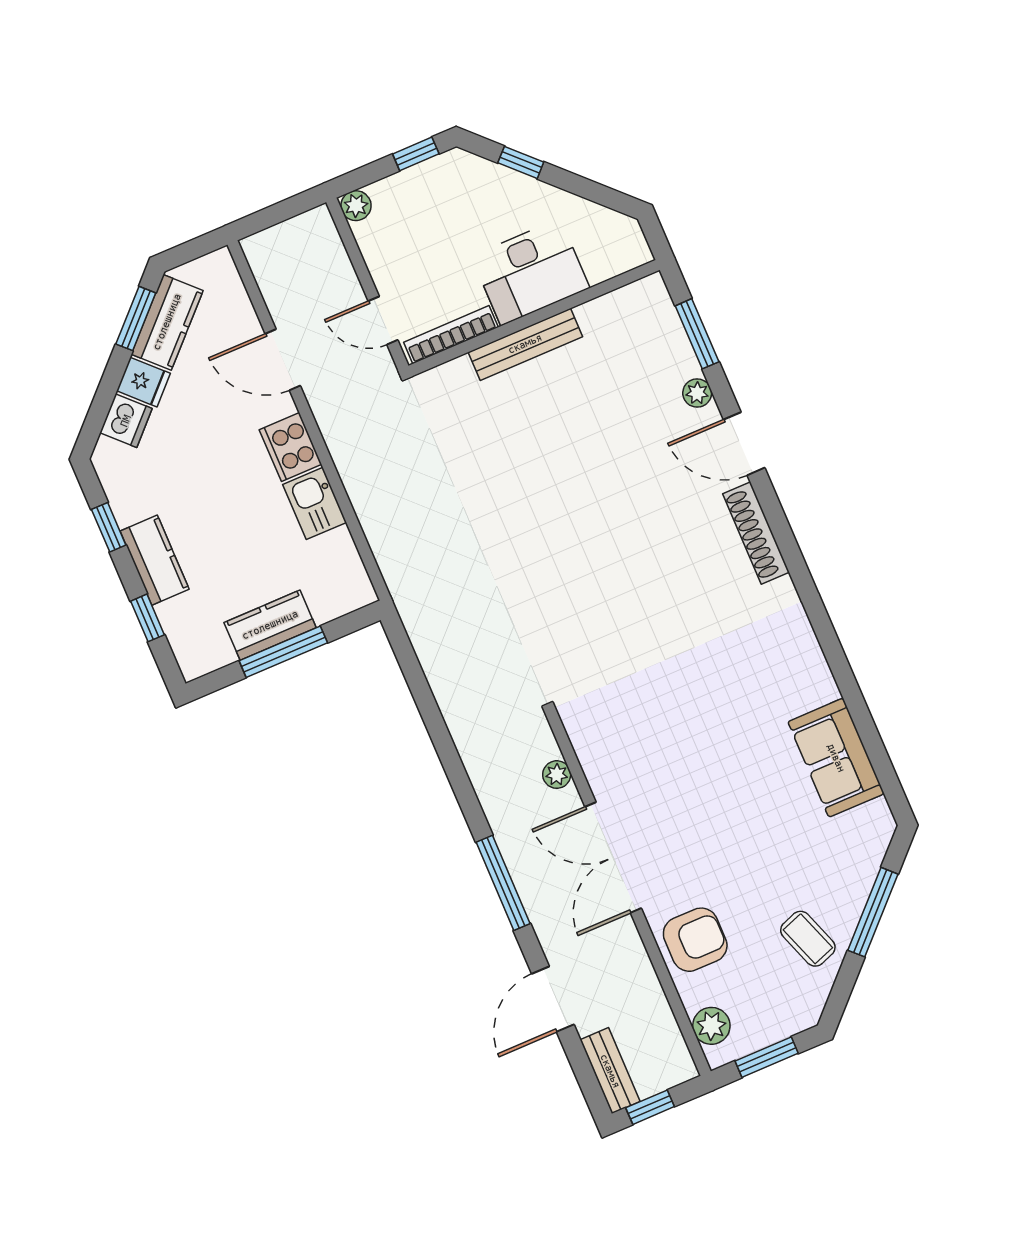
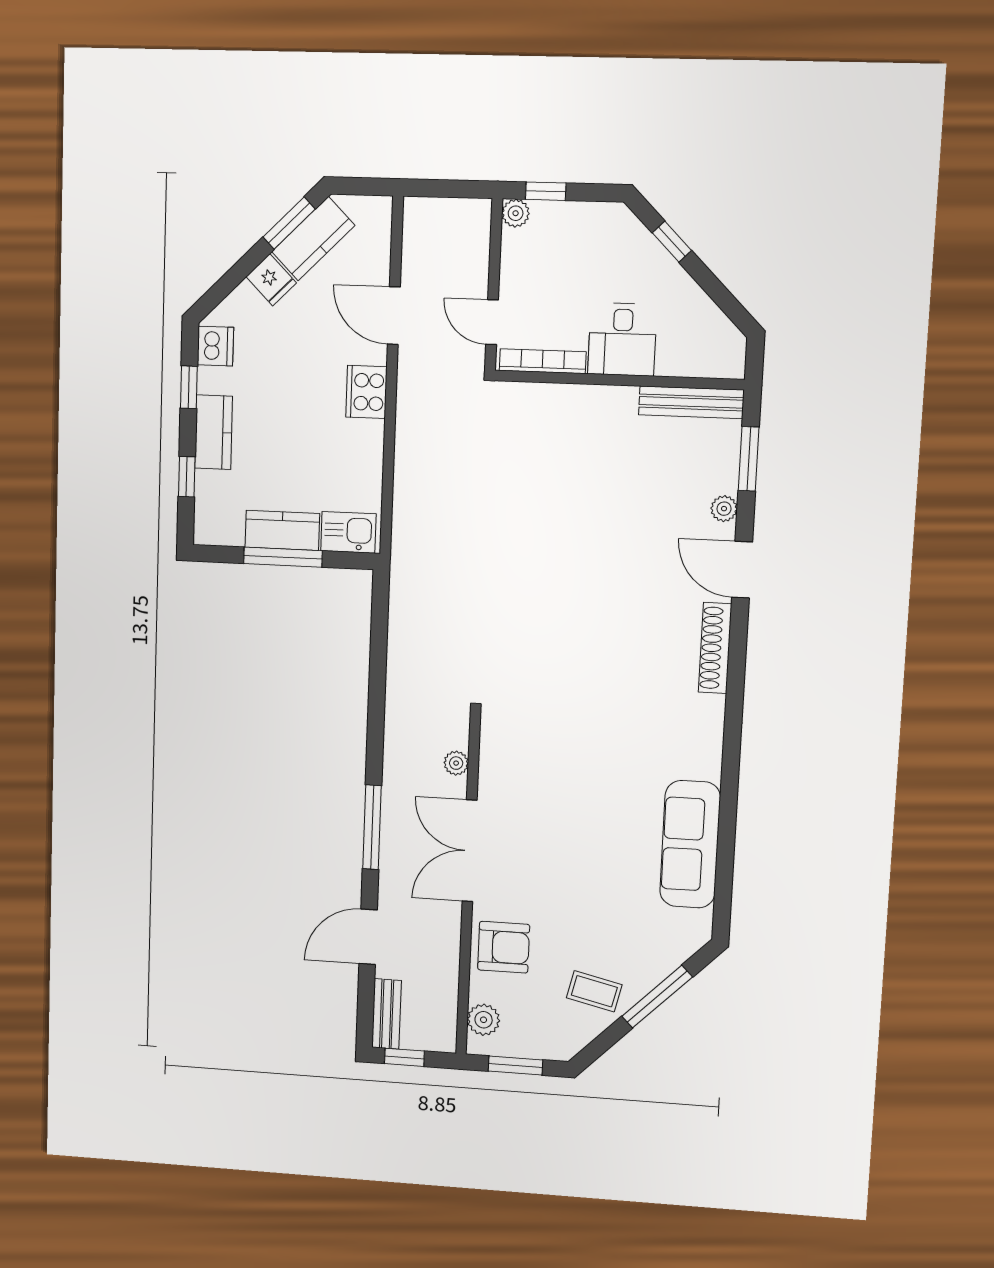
window: (416, 154) -> (546, 191), moved
desk: (530, 272) -> (622, 339), width x0.73
bench: (525, 344) -> (691, 402), moved
dishwasher: (126, 421) -> (215, 346), moved, turned -45
kitchen sink: (315, 503) -> (348, 532), moved, turned 90
sofa: (836, 758) -> (690, 844), width x1.36
coffee table: (808, 939) -> (594, 991), turned -57

